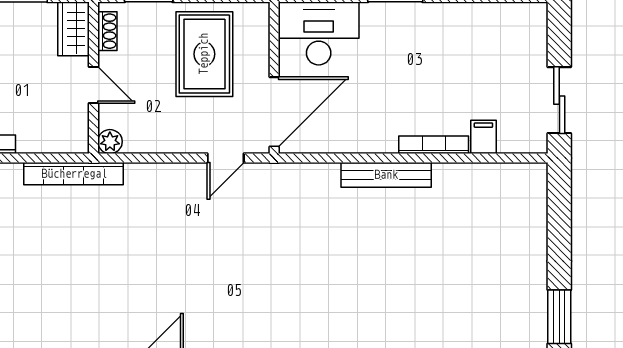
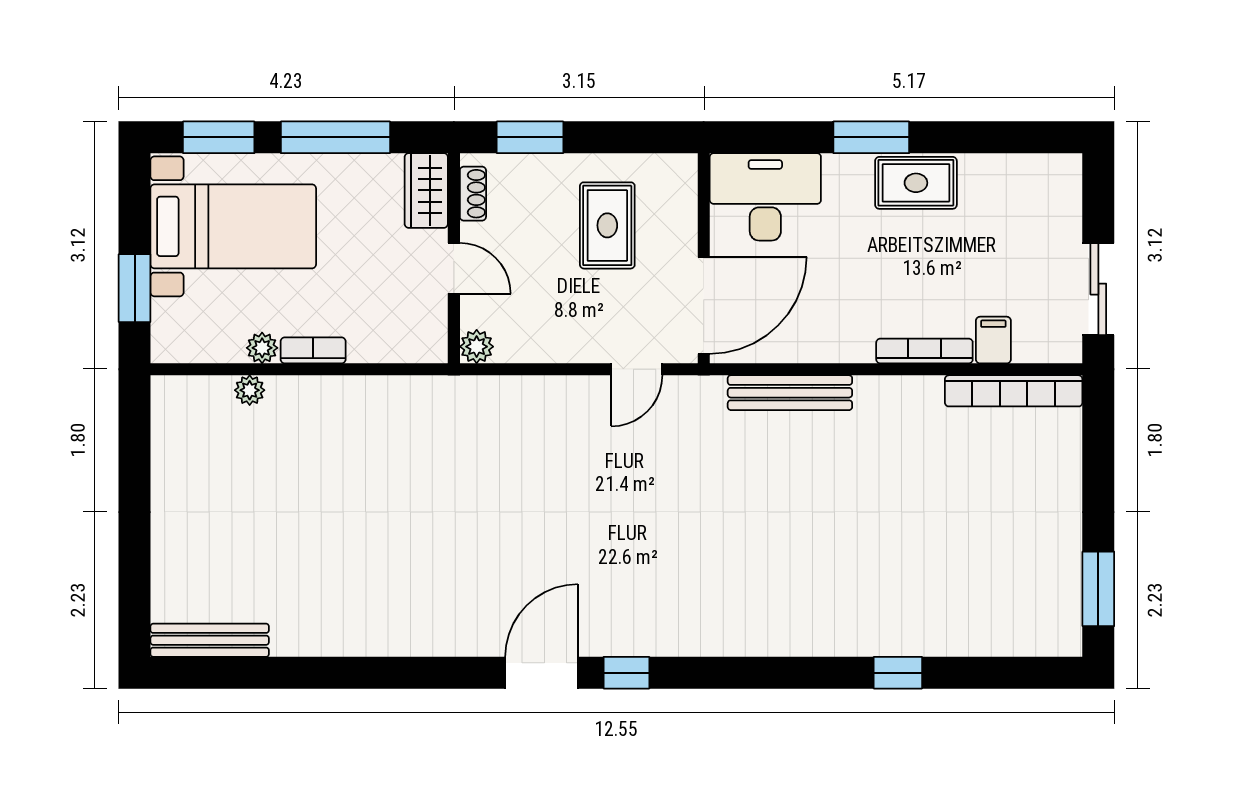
rug: (427, 23) -> (916, 183), added
rug: (204, 54) -> (607, 225), width x0.73, depth x0.70
bookcase: (74, 174) -> (1014, 391), moved
bench: (386, 175) -> (790, 393), moved

